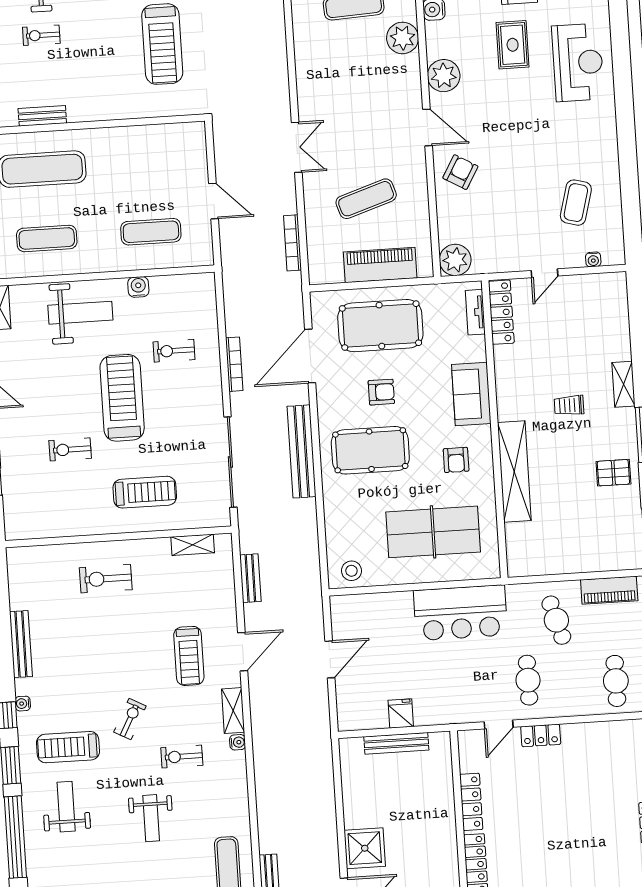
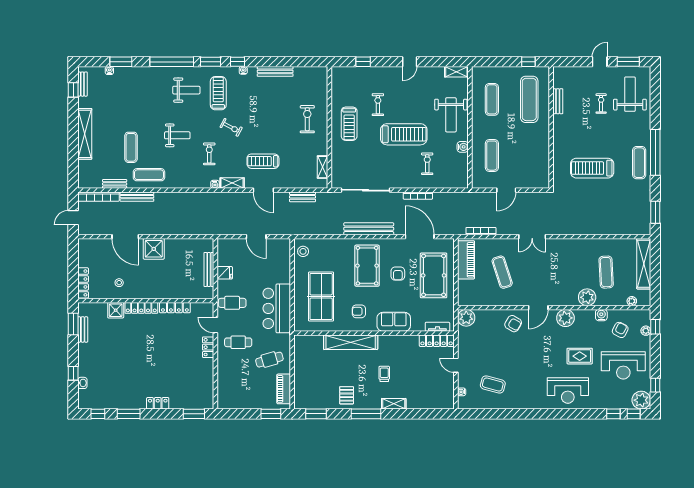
piano: (380, 265) -> (466, 260), moved
treadmill: (145, 492) -> (349, 124), moved
cafe table: (616, 681) -> (232, 303), moved
weight bench: (151, 818) -> (177, 135), turned 180

